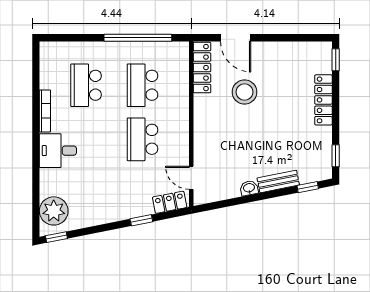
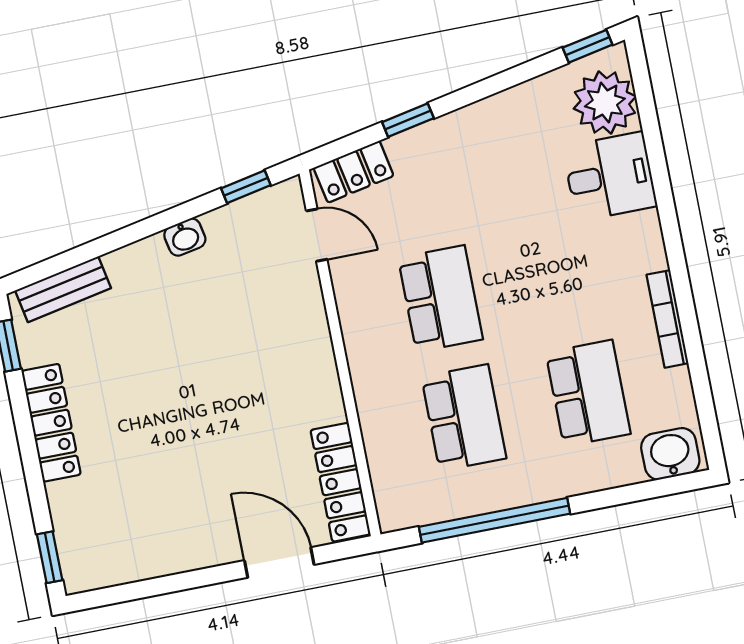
washbasin: (55, 52) -> (670, 454), added
stool: (245, 92) -> (236, 447), removed
locker: (323, 100) -> (51, 423), moved
desk: (58, 151) -> (610, 176), moved
bench: (278, 181) -> (63, 289), moved
window: (308, 187) -> (246, 187), moved

